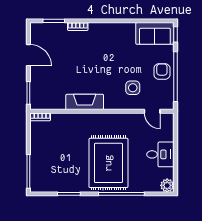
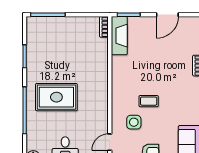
coffee table: (112, 73) -> (149, 101), added
fireplace: (85, 102) -> (119, 36), moved
rug: (108, 163) -> (56, 97), width x0.73, depth x0.69

